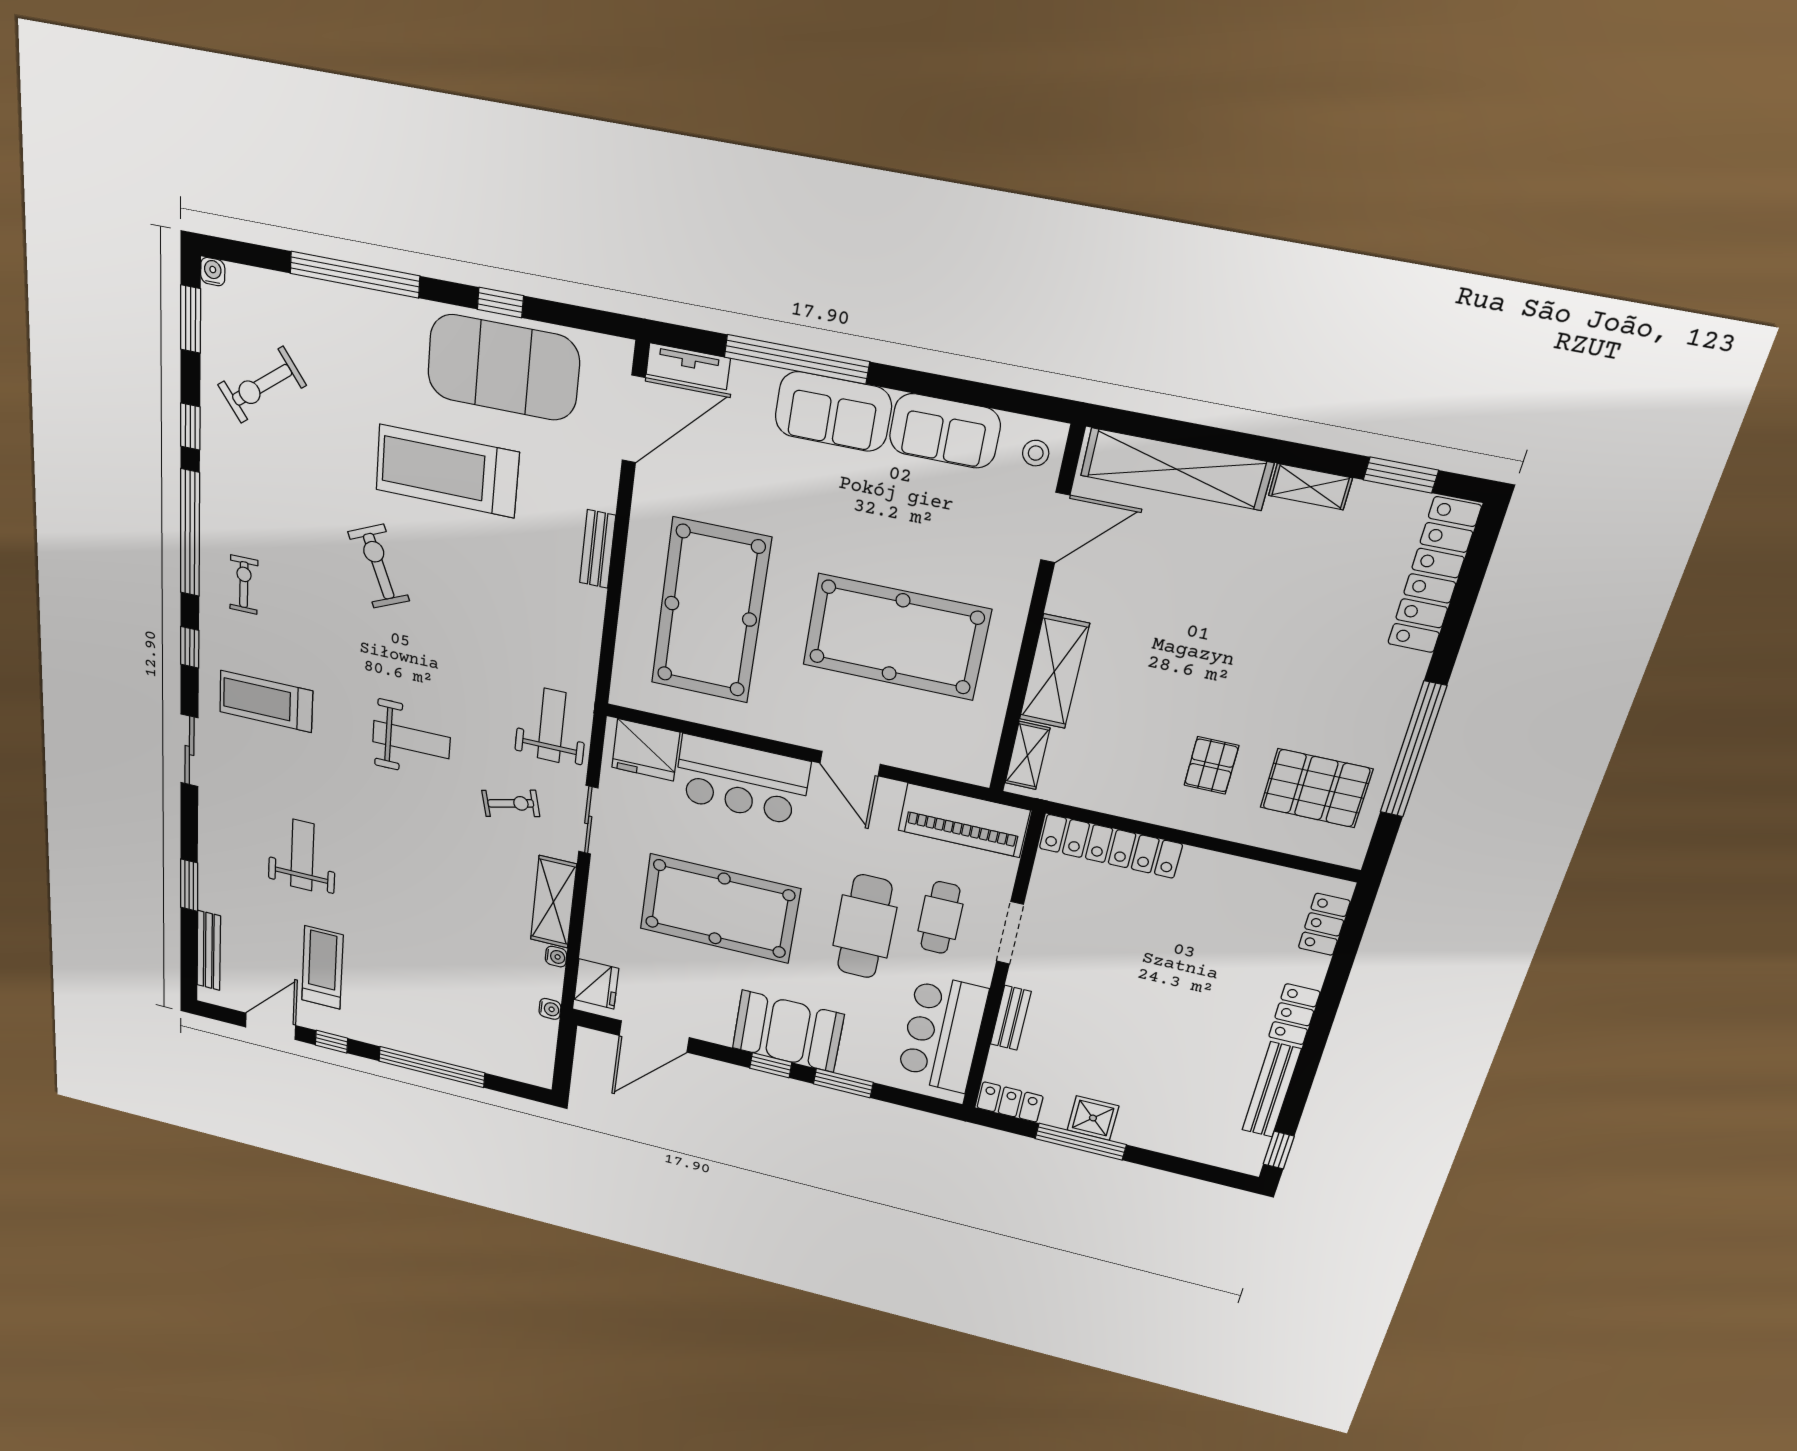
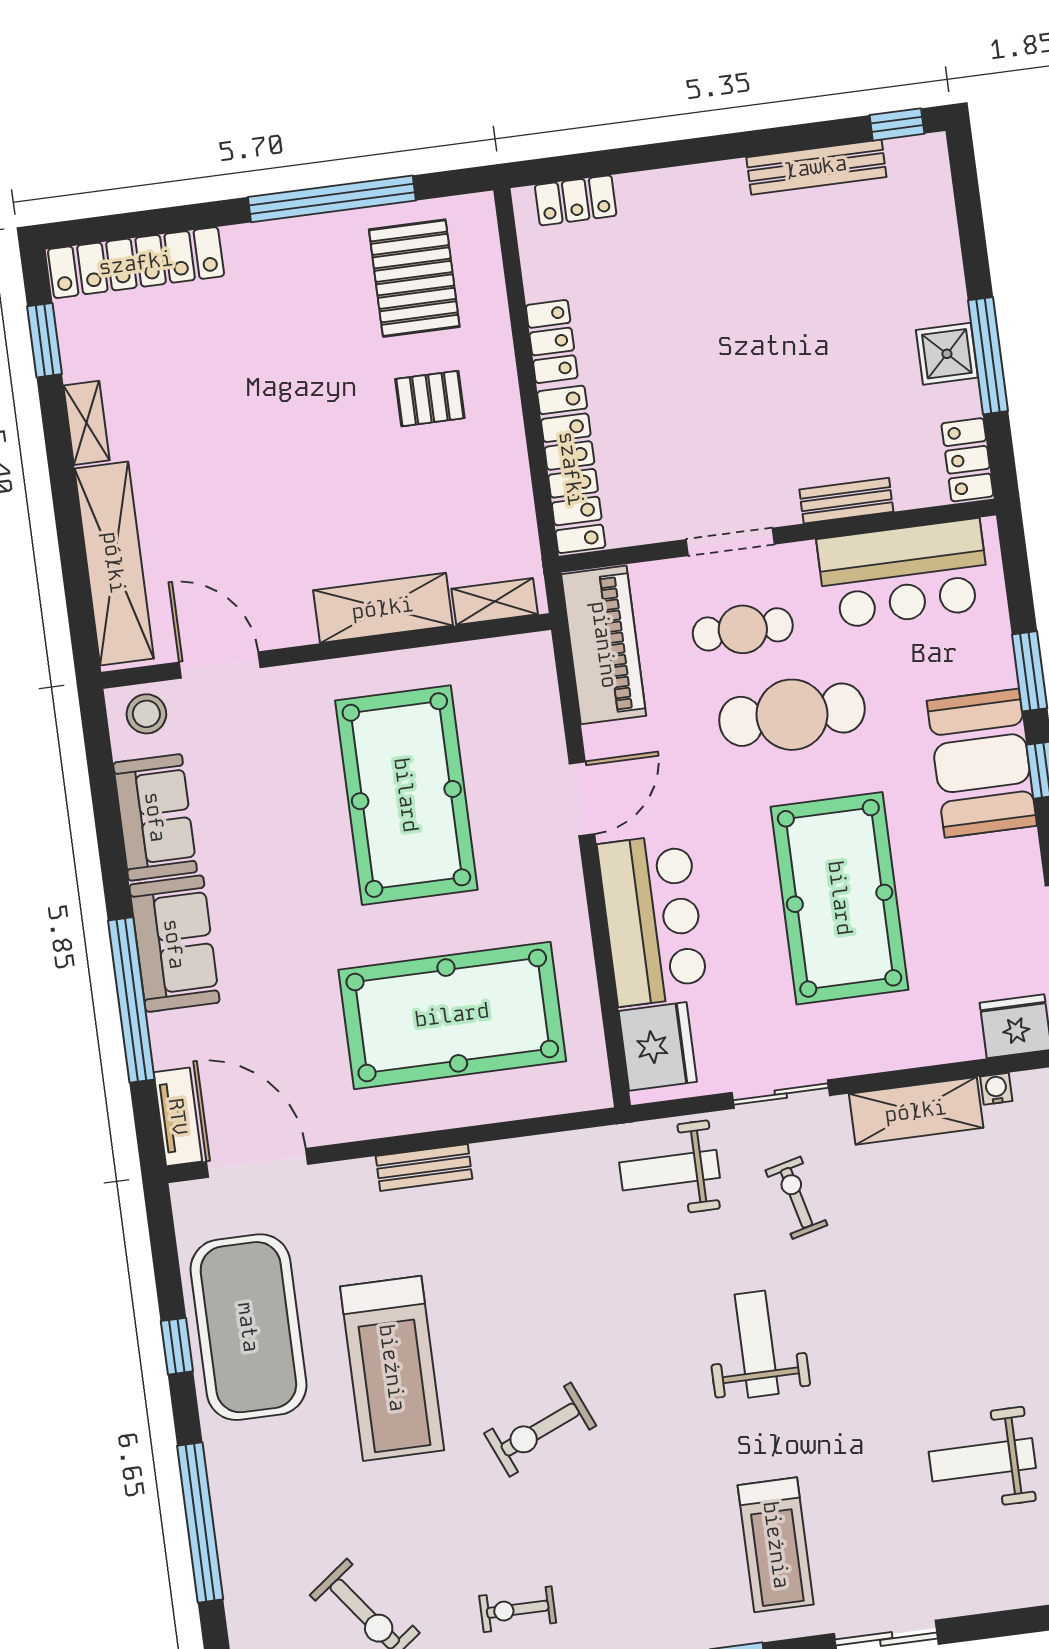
stool: (1036, 453) -> (146, 714), width x1.37, depth x1.37
exercise bike: (244, 585) -> (518, 1609), moved
locker: (1294, 1014) -> (552, 342), moved, turned -90

